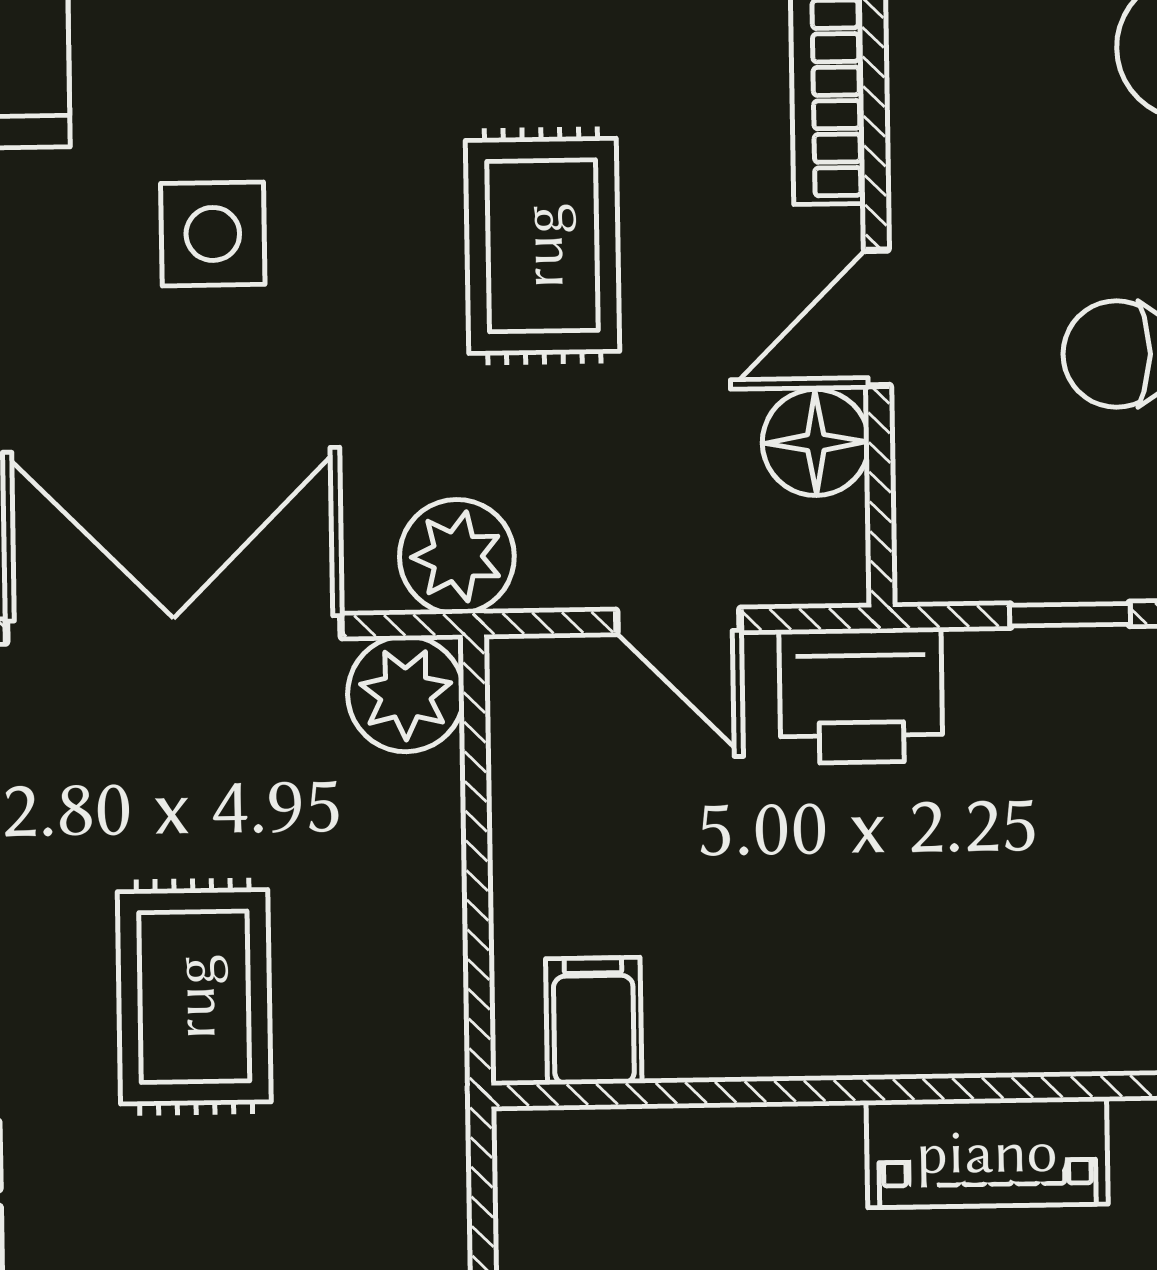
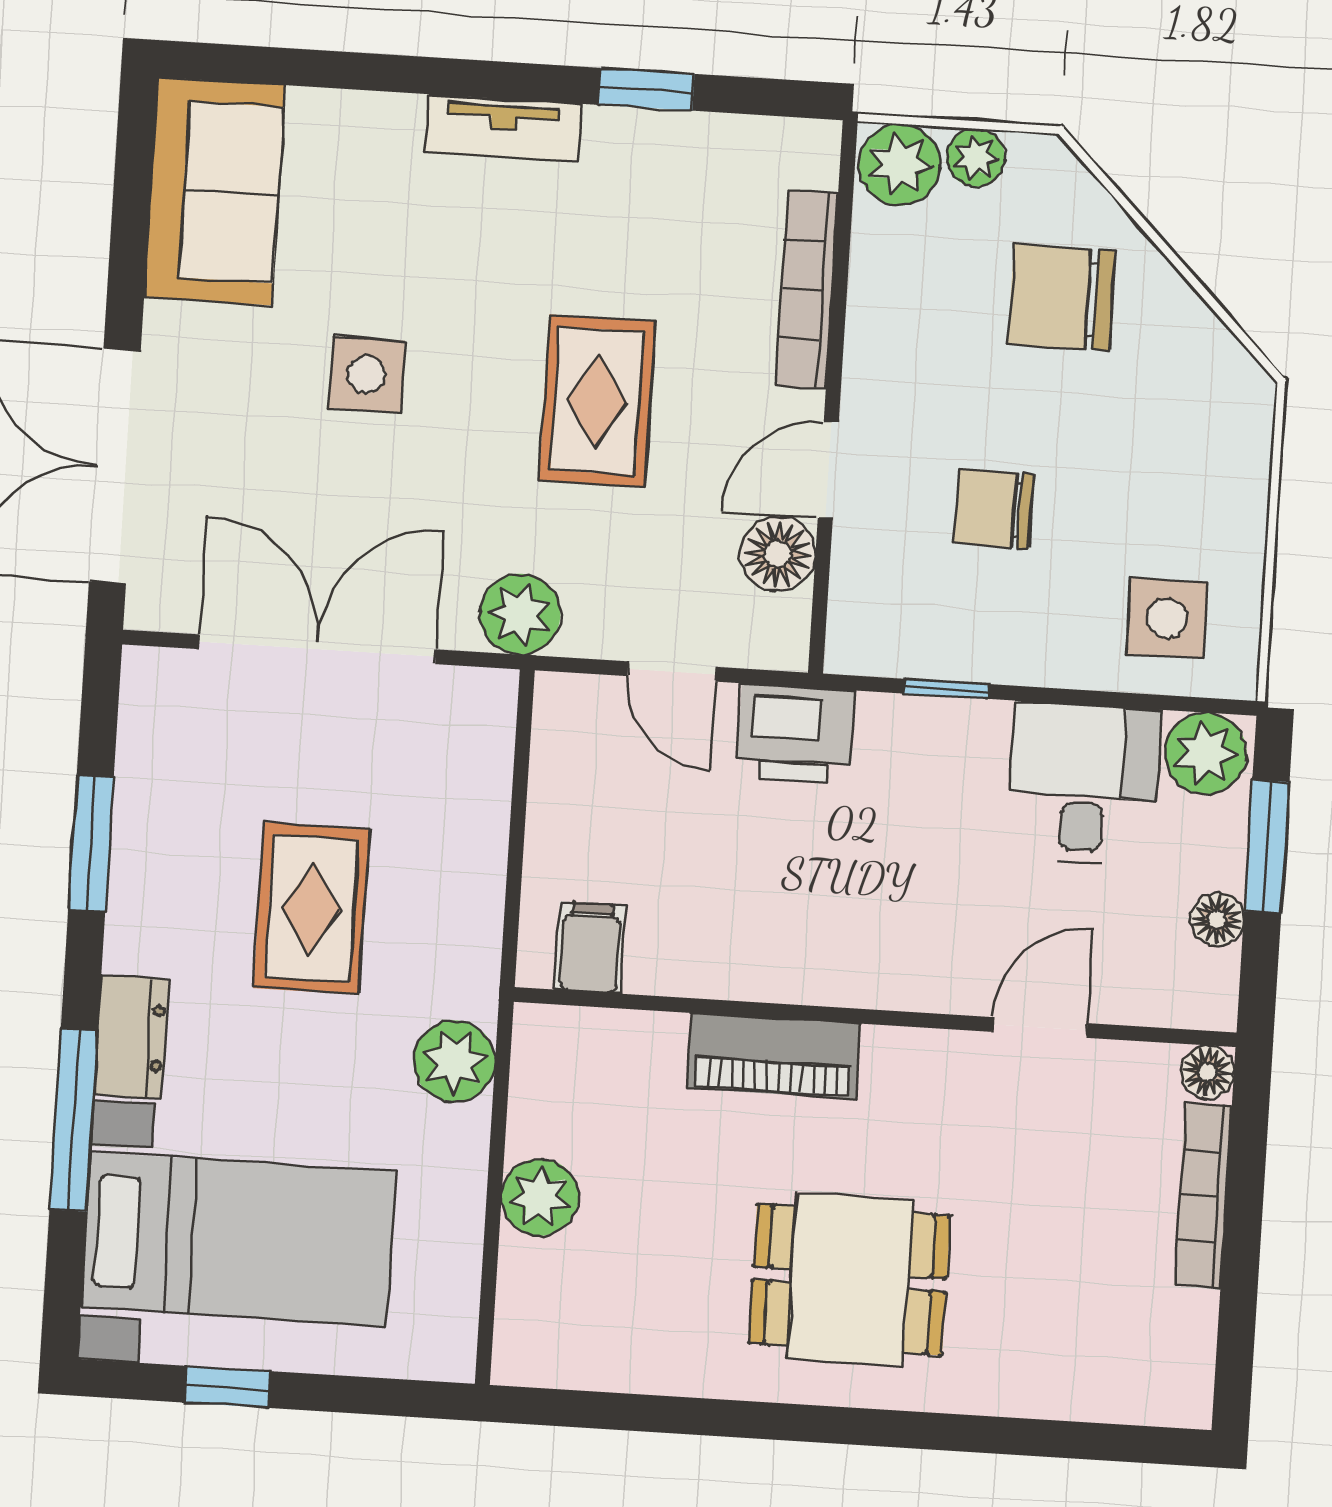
plant: (406, 694) -> (454, 1061), moved
piano: (987, 1152) -> (774, 1056), moved

